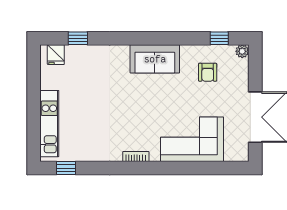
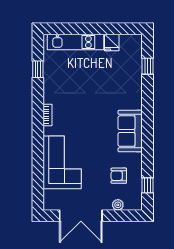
plant: (242, 51) -> (118, 205), moved
fridge: (56, 55) -> (112, 42), moved, turned -90
window: (66, 168) -> (38, 69), moved

